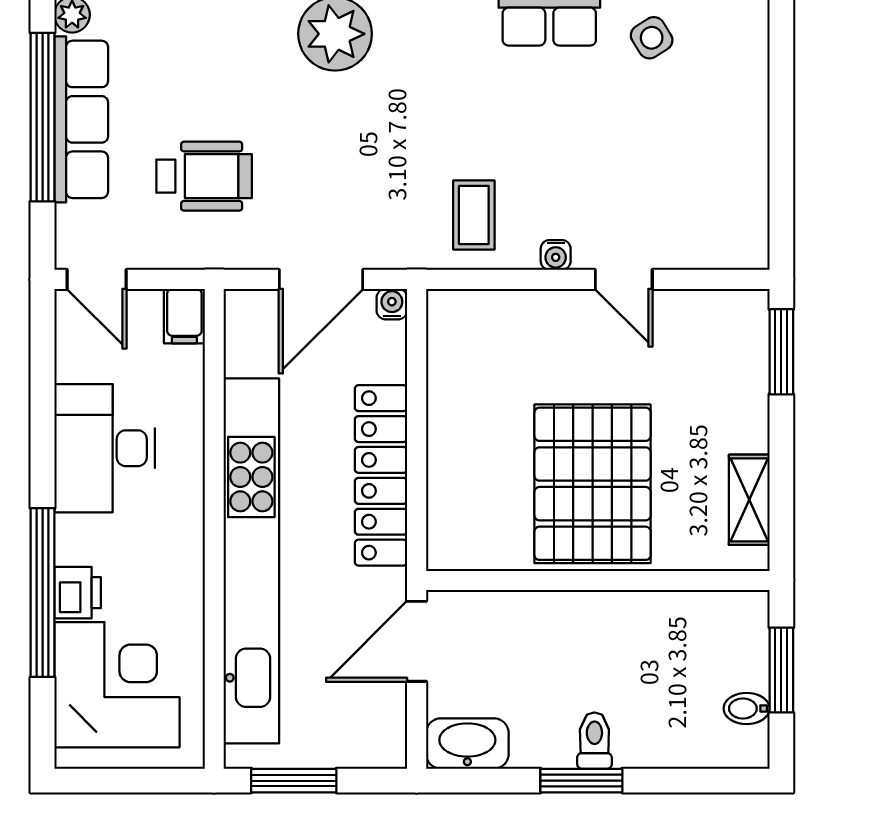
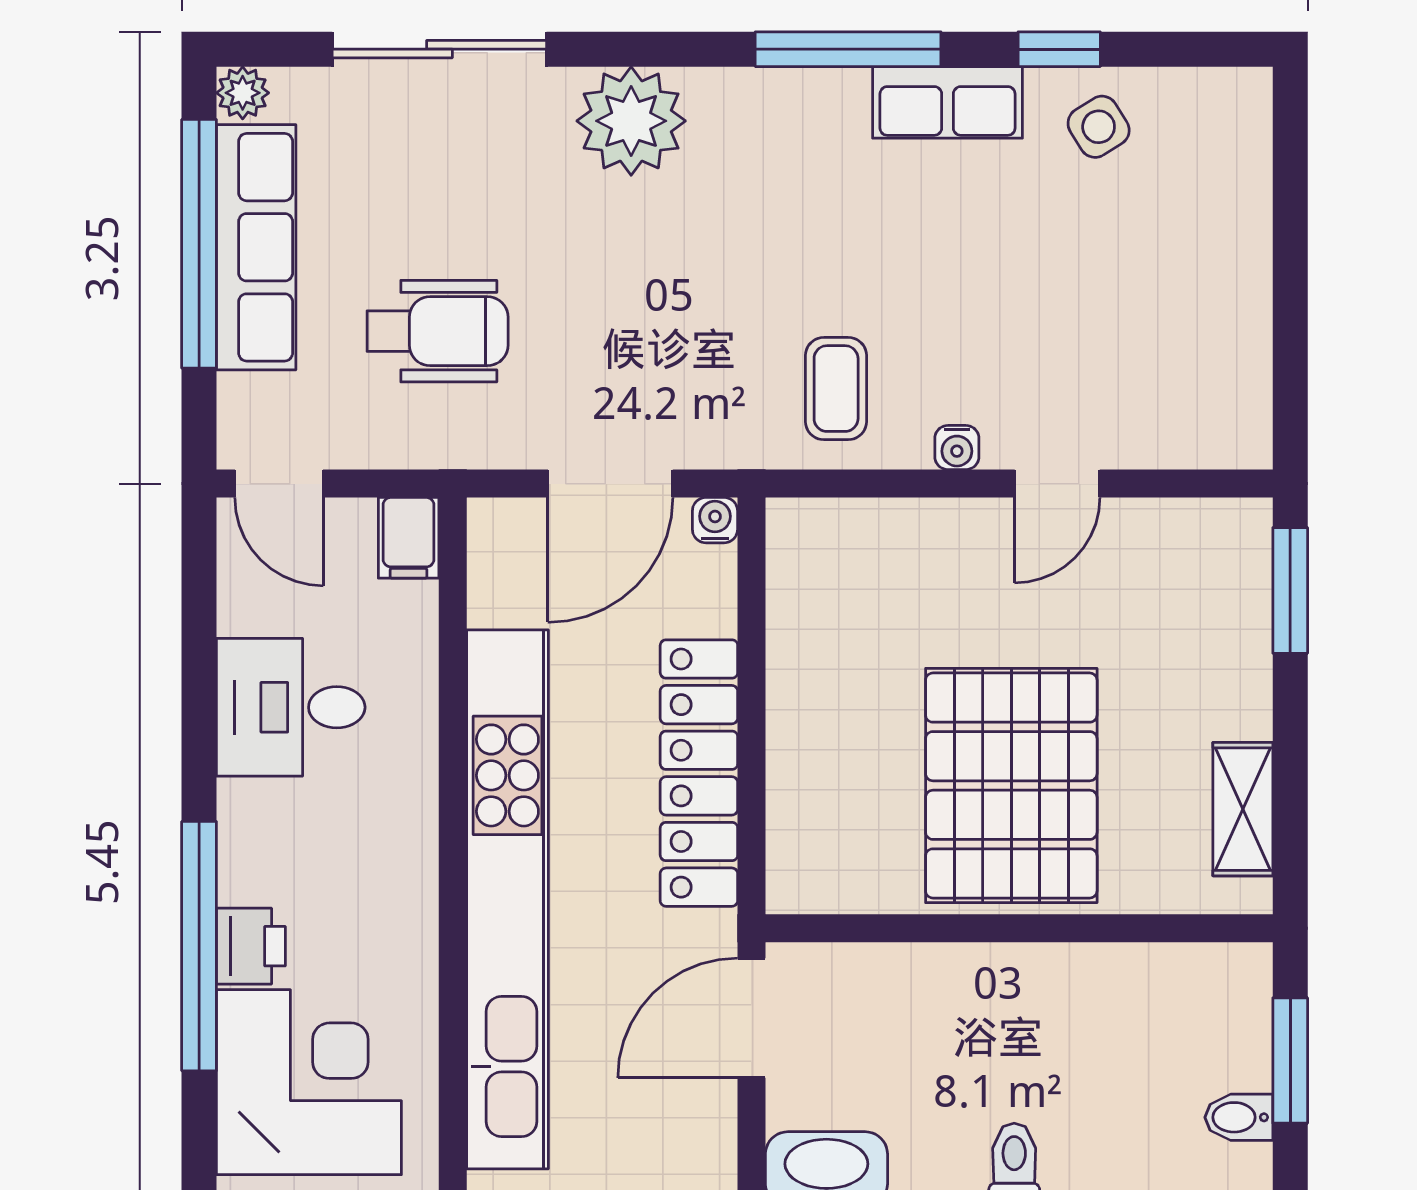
door: (624, 279) -> (1057, 484), hinge flipped
desk: (105, 448) -> (291, 707), width x0.73

